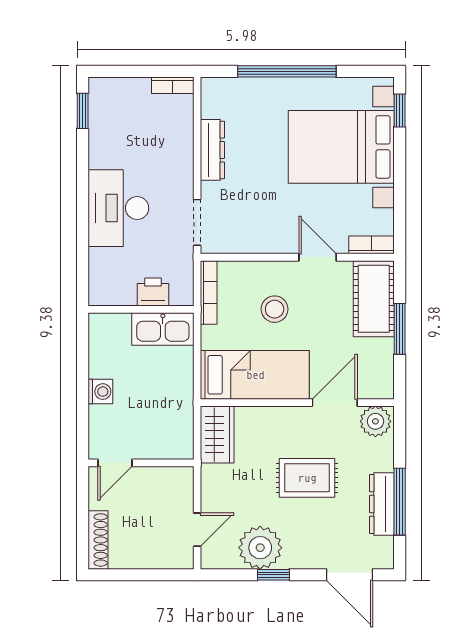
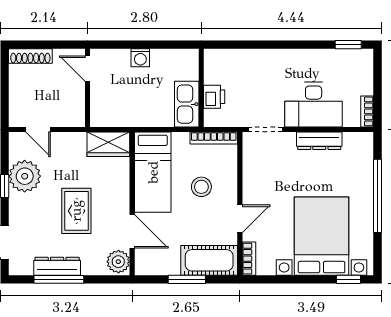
desk: (118, 208) -> (314, 105), moved, turned 180

